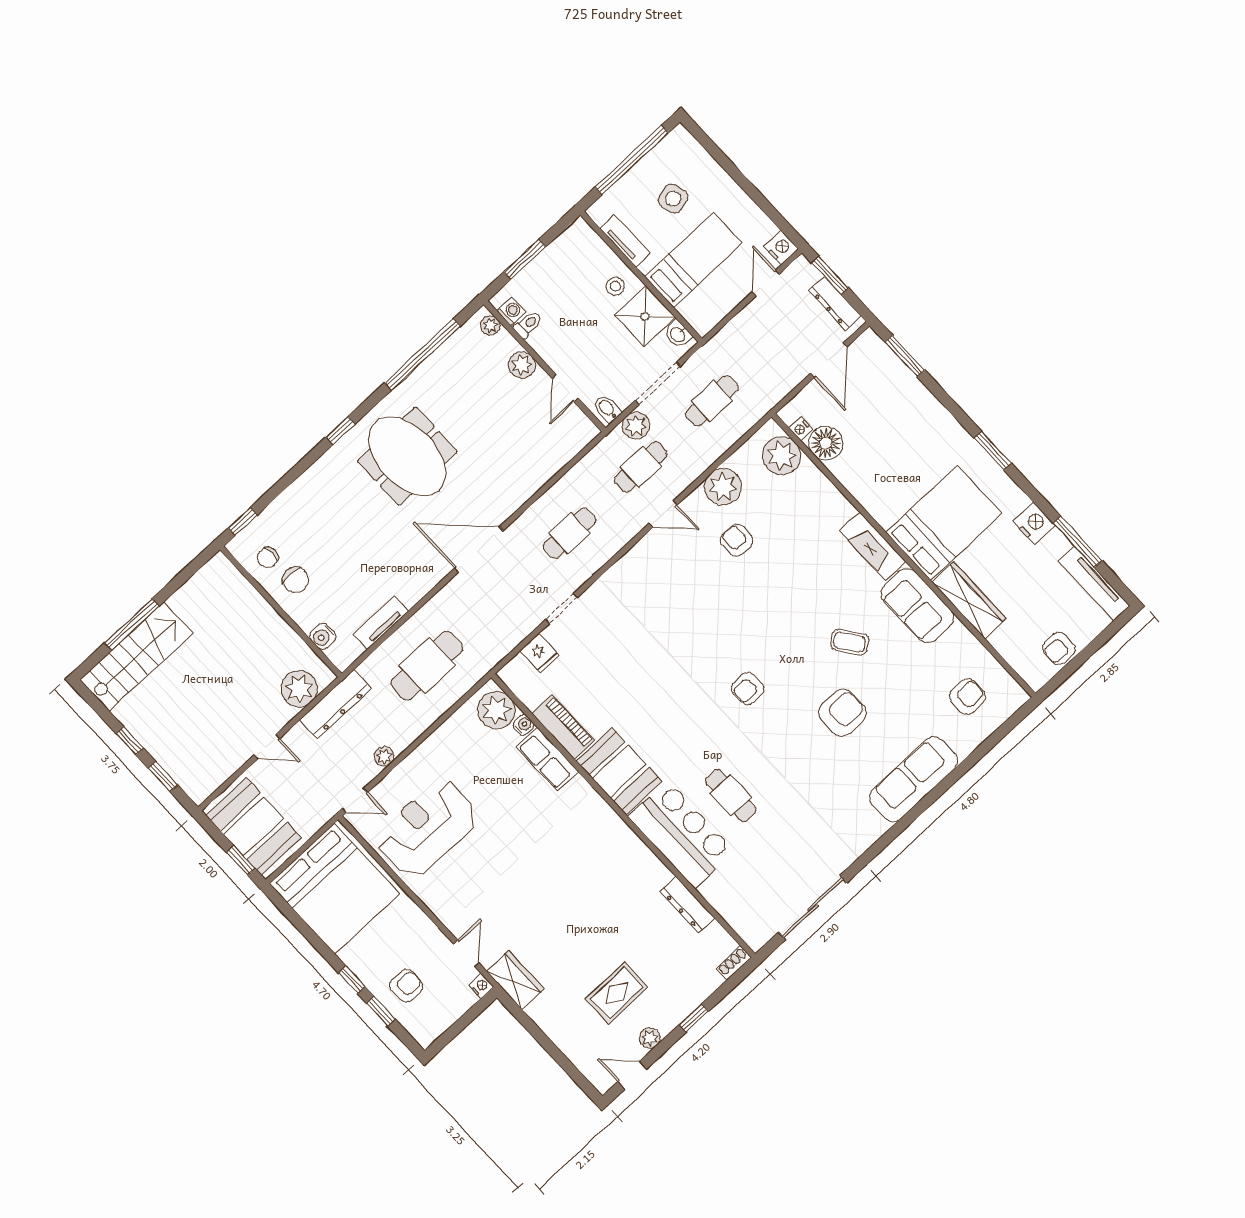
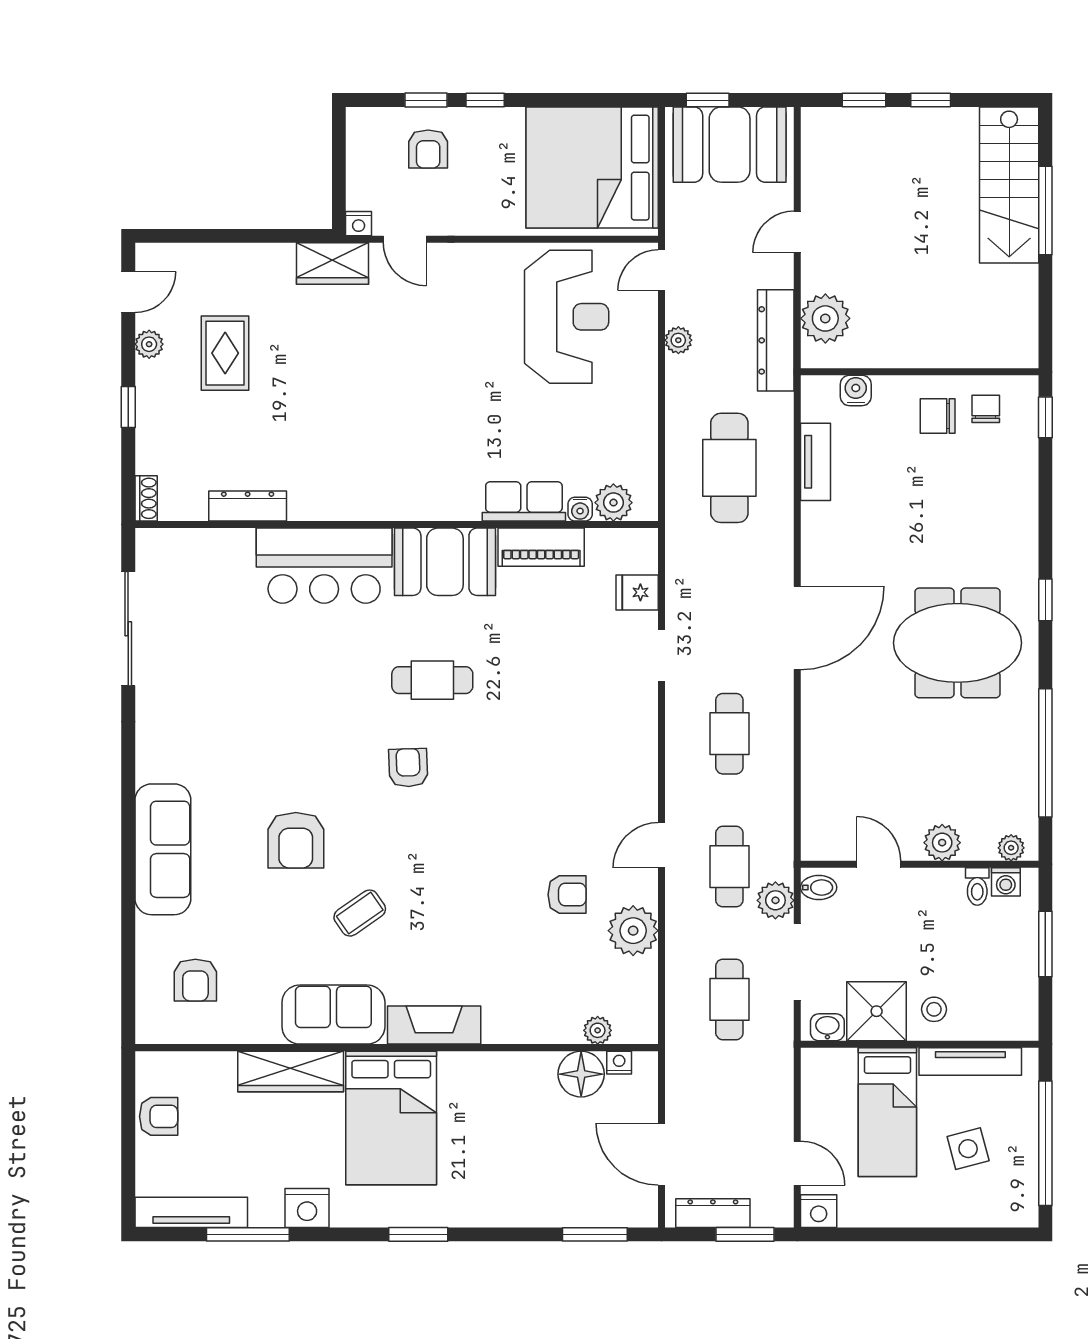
tv unit: (625, 241) -> (970, 1061), width x1.41
plant: (782, 456) -> (598, 1030), width x0.53, depth x0.53
armchair: (1059, 649) -> (159, 1116), turned 90
plant: (496, 710) -> (613, 503), width x0.73, depth x0.73
cafe table: (731, 795) -> (432, 680), moved

